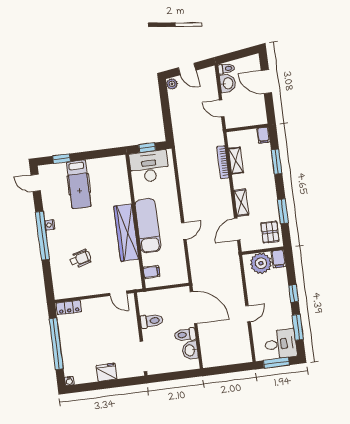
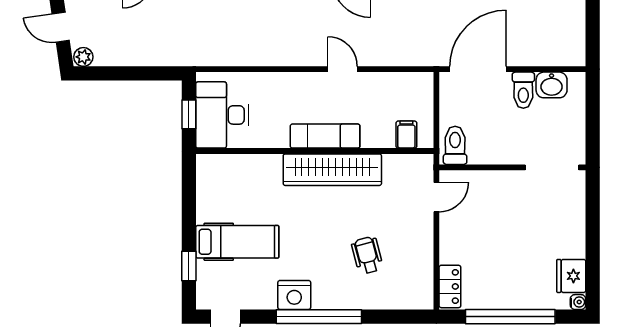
door: (187, 69) -> (61, 27), swing flipped
nightstand: (50, 225) -> (294, 295), width x1.89, depth x1.79
exam couch: (148, 226) -> (325, 136), width x0.73, depth x0.69
toilet: (152, 321) -> (455, 145), moved
fridge: (107, 372) -> (571, 276), moved

